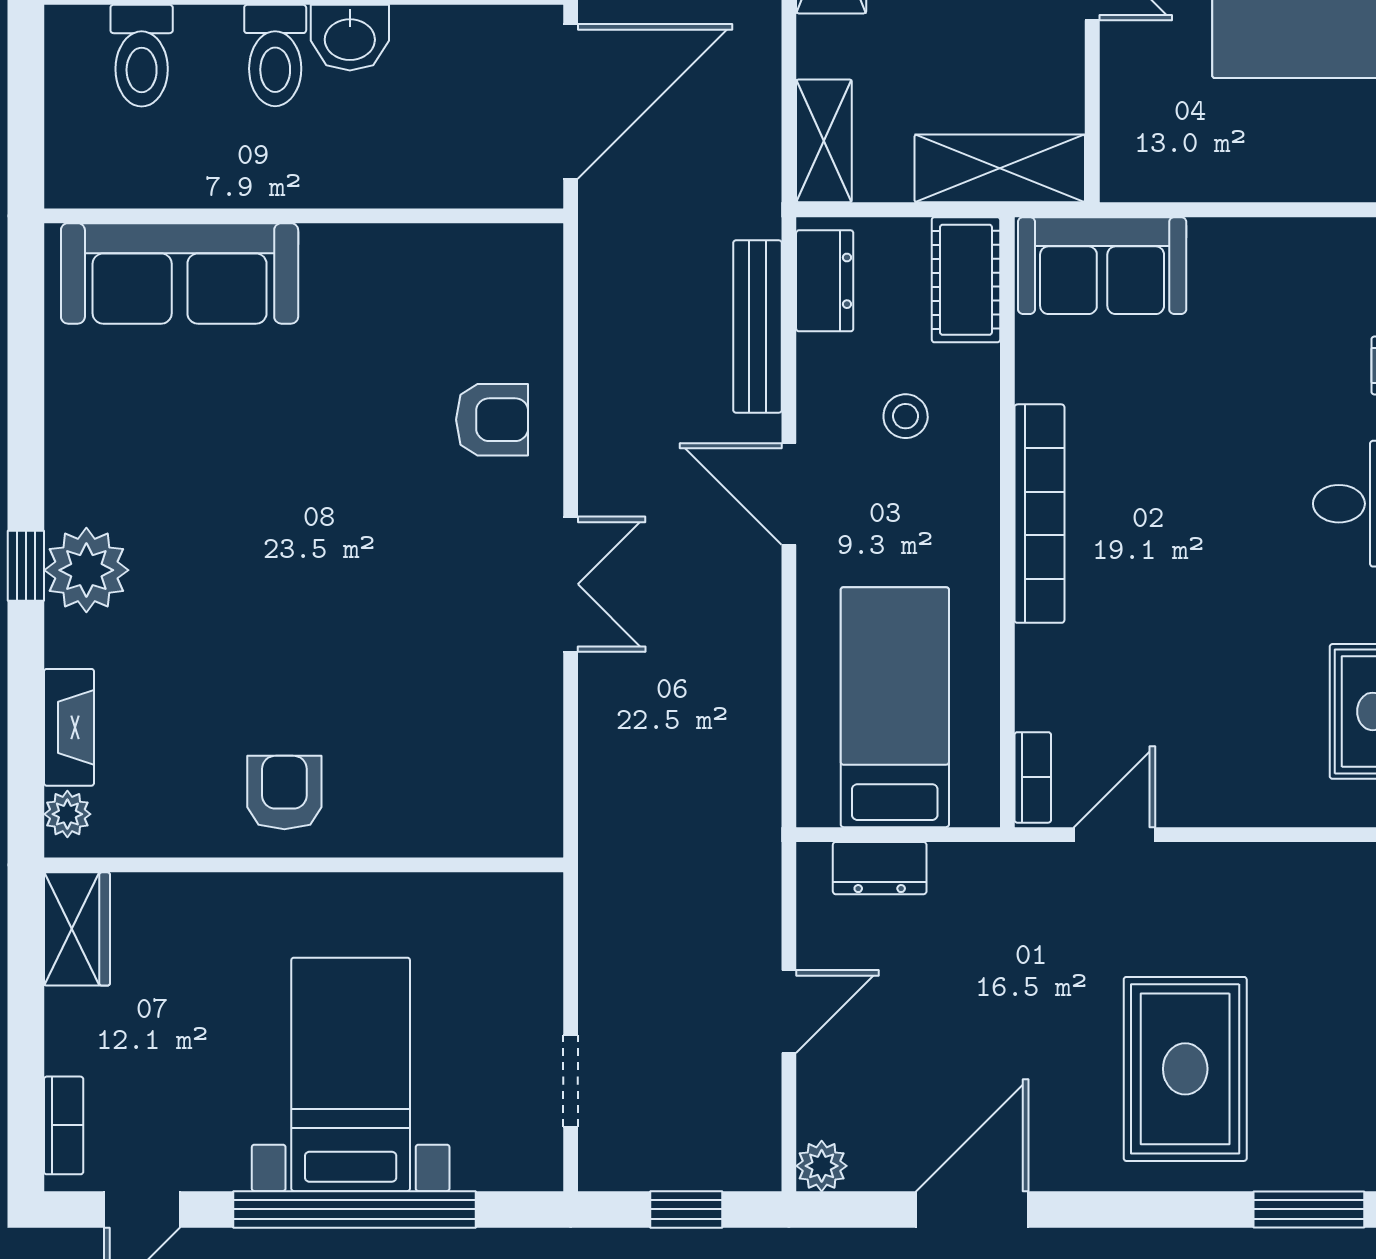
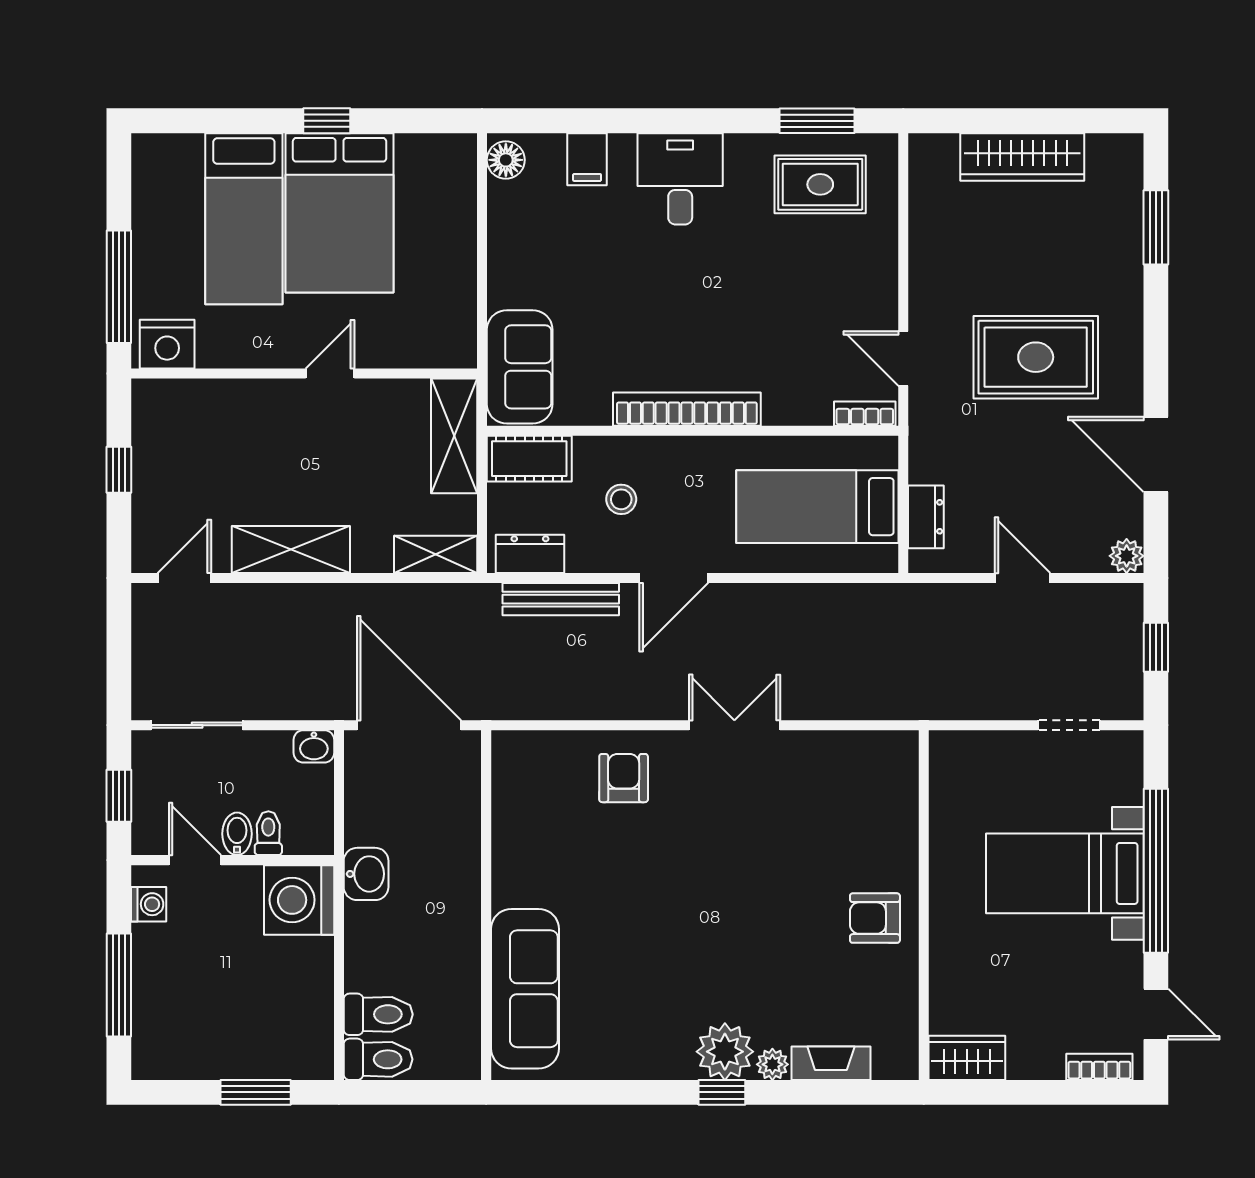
toilet: (275, 56) -> (378, 1059), moved
plant: (67, 814) -> (772, 1064), moved
rug: (1185, 1069) -> (1036, 357), moved

